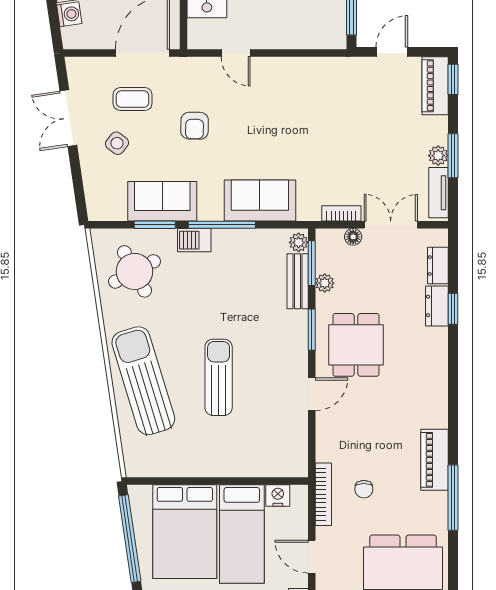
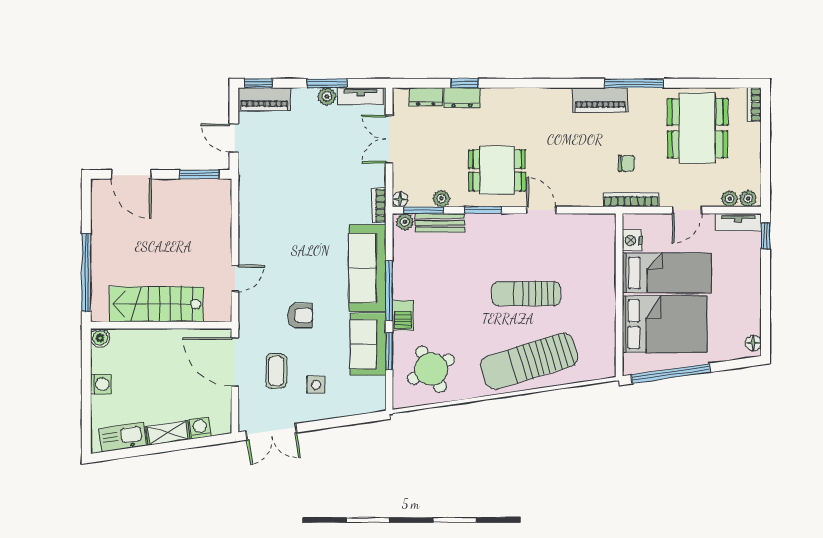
double door: (68, 118) -> (271, 432), moved
side table: (117, 143) -> (316, 385), turned -38
sofa: (260, 200) -> (367, 268), width x1.36
bookcase: (341, 213) -> (379, 205), moved
floor lamp: (353, 237) -> (400, 199), moved

